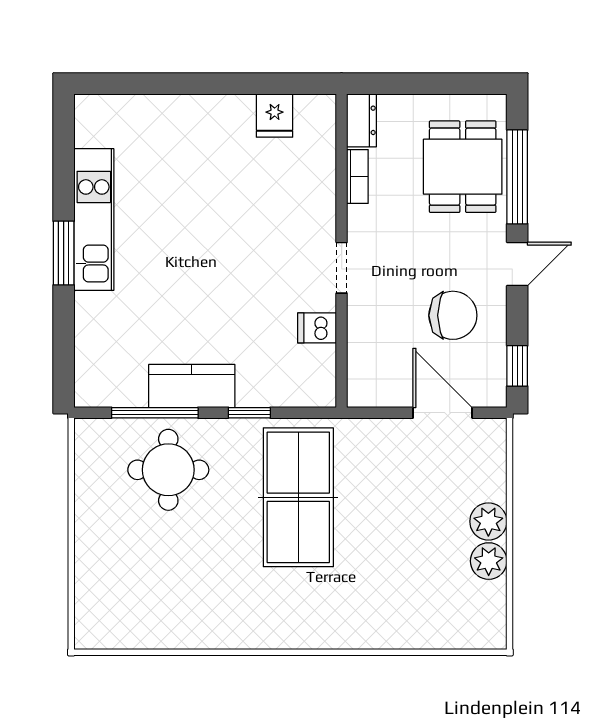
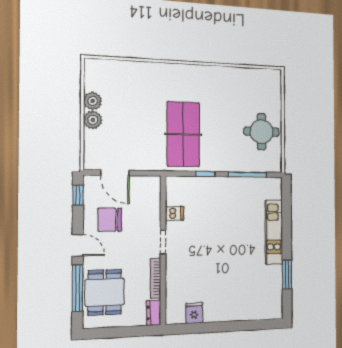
bookcase: (357, 177) -> (156, 278), width x1.56
kitchen unit: (94, 220) -> (274, 232), moved
window: (64, 253) -> (287, 274), moved
door: (517, 264) -> (78, 245), swing flipped
kitchen counter: (192, 386) -> (231, 187), removed
round table: (168, 470) -> (262, 132), moved

